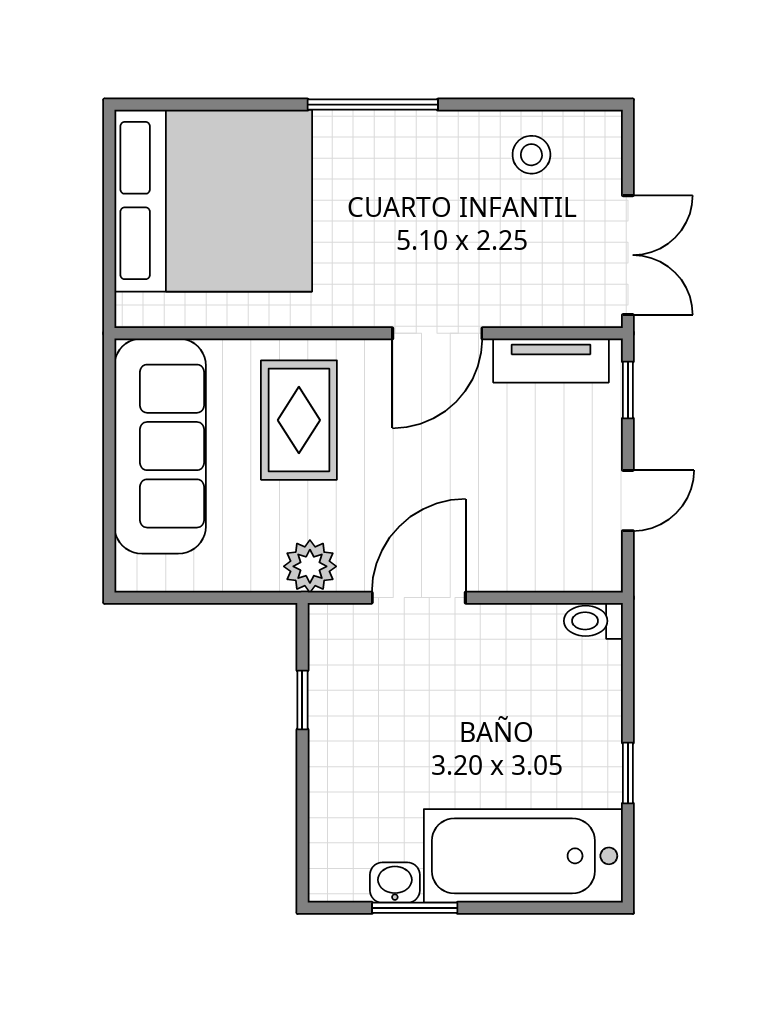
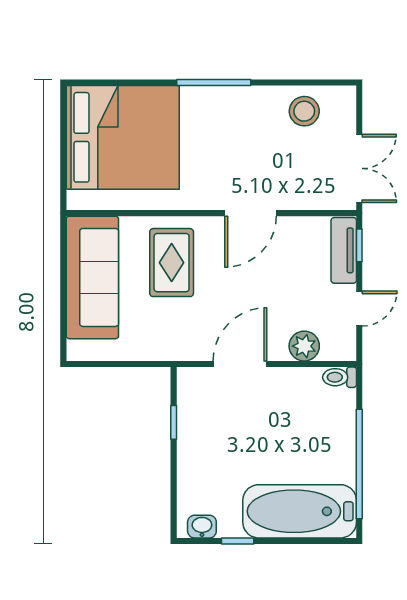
stool: (531, 155) -> (304, 111), width x1.37, depth x1.37
tv unit: (551, 360) -> (344, 250), moved, turned 90
plant: (310, 566) -> (304, 346), moved
window: (628, 773) -> (359, 464), width x3.17
washbasin: (395, 883) -> (202, 527), moved
window: (415, 908) -> (238, 541), width x0.67

